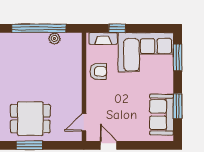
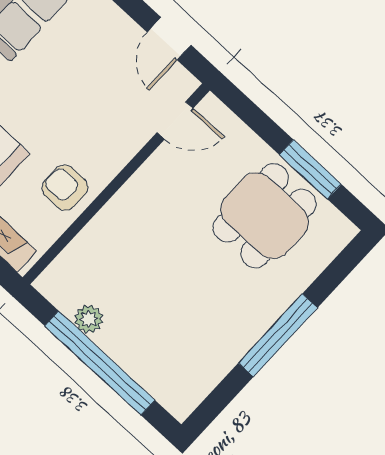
dining table: (30, 119) -> (265, 216), turned 90

